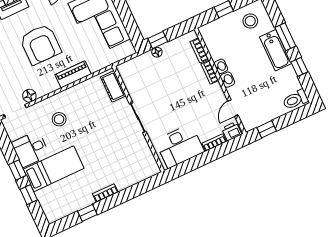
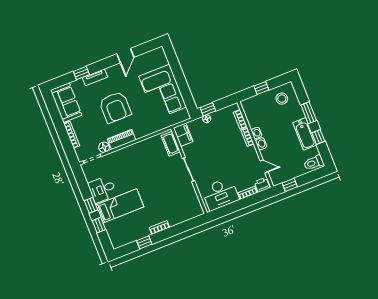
bathtub: (276, 50) -> (305, 134), moved
piano: (73, 74) -> (122, 139), moved
filing cabinet: (128, 74) -> (183, 135), added
door: (233, 108) -> (264, 166), swing flipped
stool: (59, 119) -> (126, 167), removed

